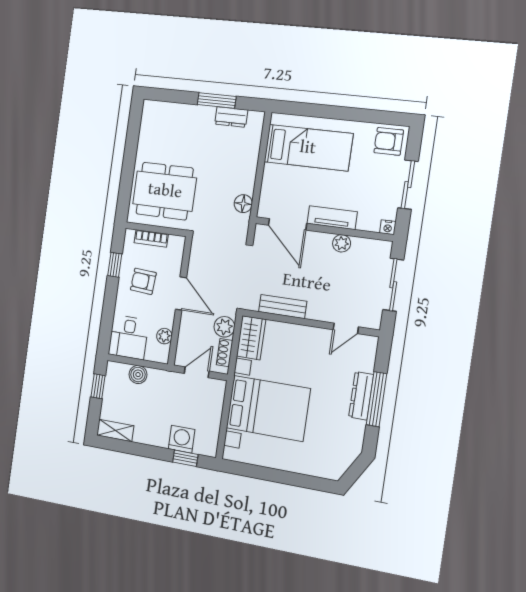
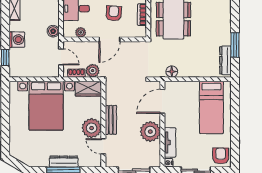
dresser: (231, 117) -> (225, 60), width x1.44
tv unit: (332, 218) -> (170, 142), moved
plant: (342, 243) -> (150, 132), width x1.88, depth x1.88
bench: (283, 307) -> (111, 120), moved
plant: (314, 342) -> (92, 128), added
boiler: (138, 375) -> (53, 31), moved
washing machine: (182, 439) -> (17, 40), moved

